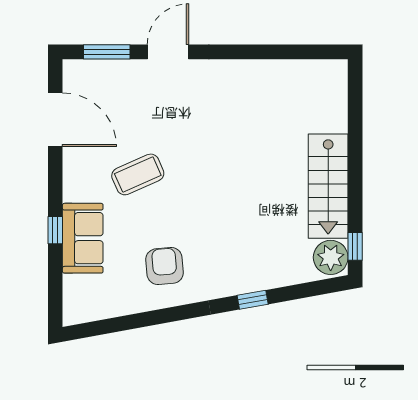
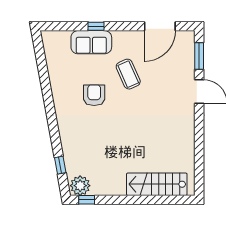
stairs: (328, 186) -> (157, 184), moved
armchair: (165, 266) -> (94, 95), moved, turned -85
window: (253, 300) -> (60, 165), moved

